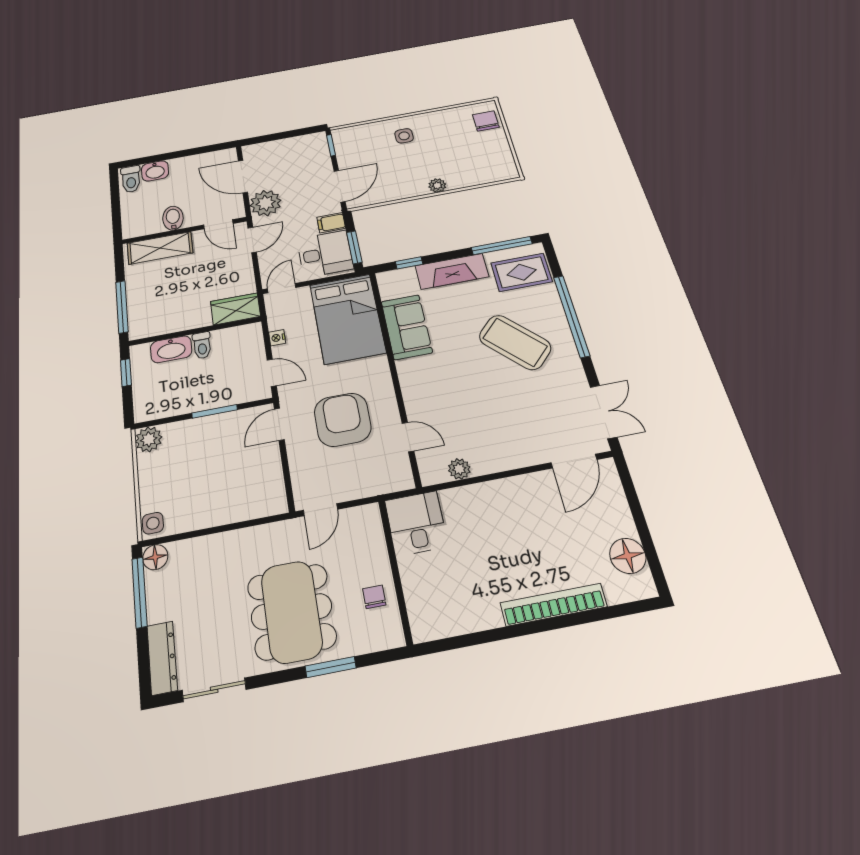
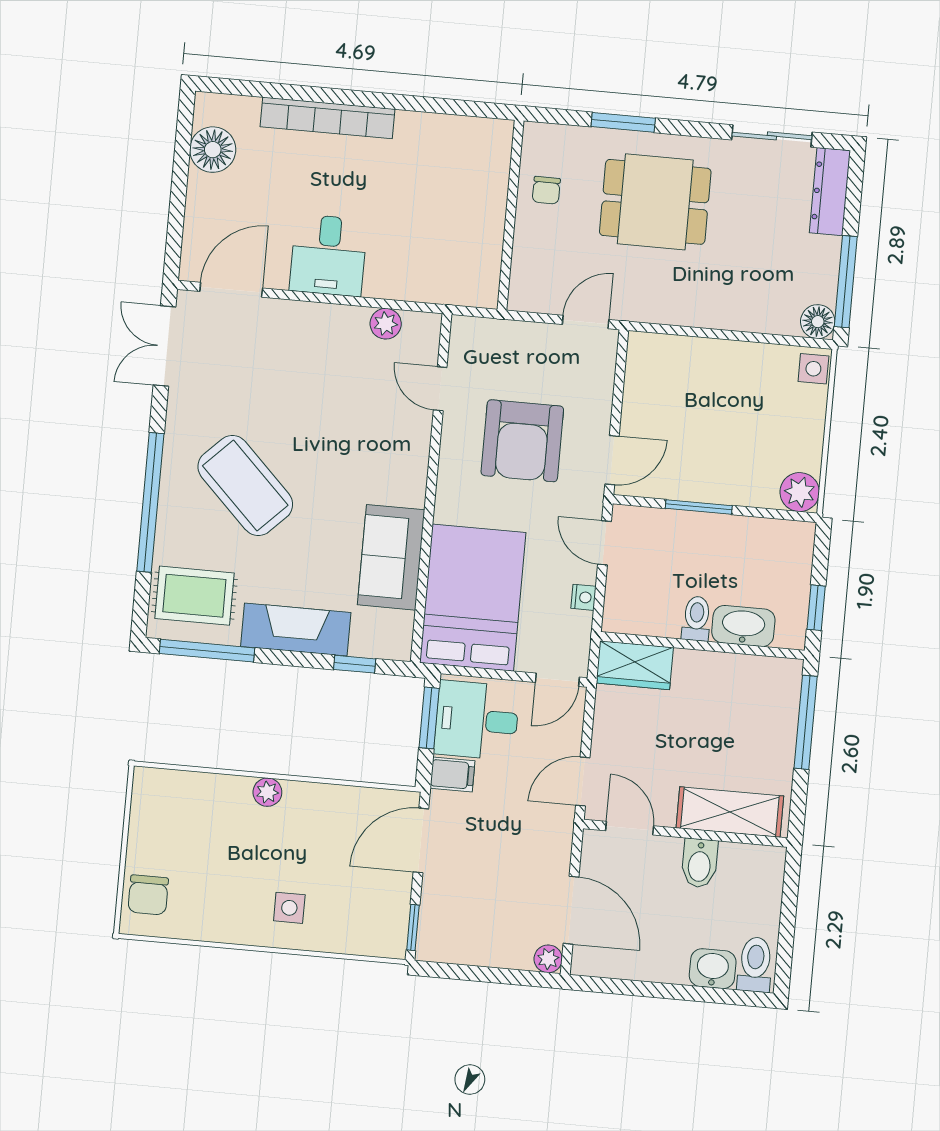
plant: (266, 203) -> (548, 959), moved, width x0.53, depth x0.53
desk: (416, 523) -> (328, 255), moved
dining table: (292, 611) -> (655, 202), width x0.73

